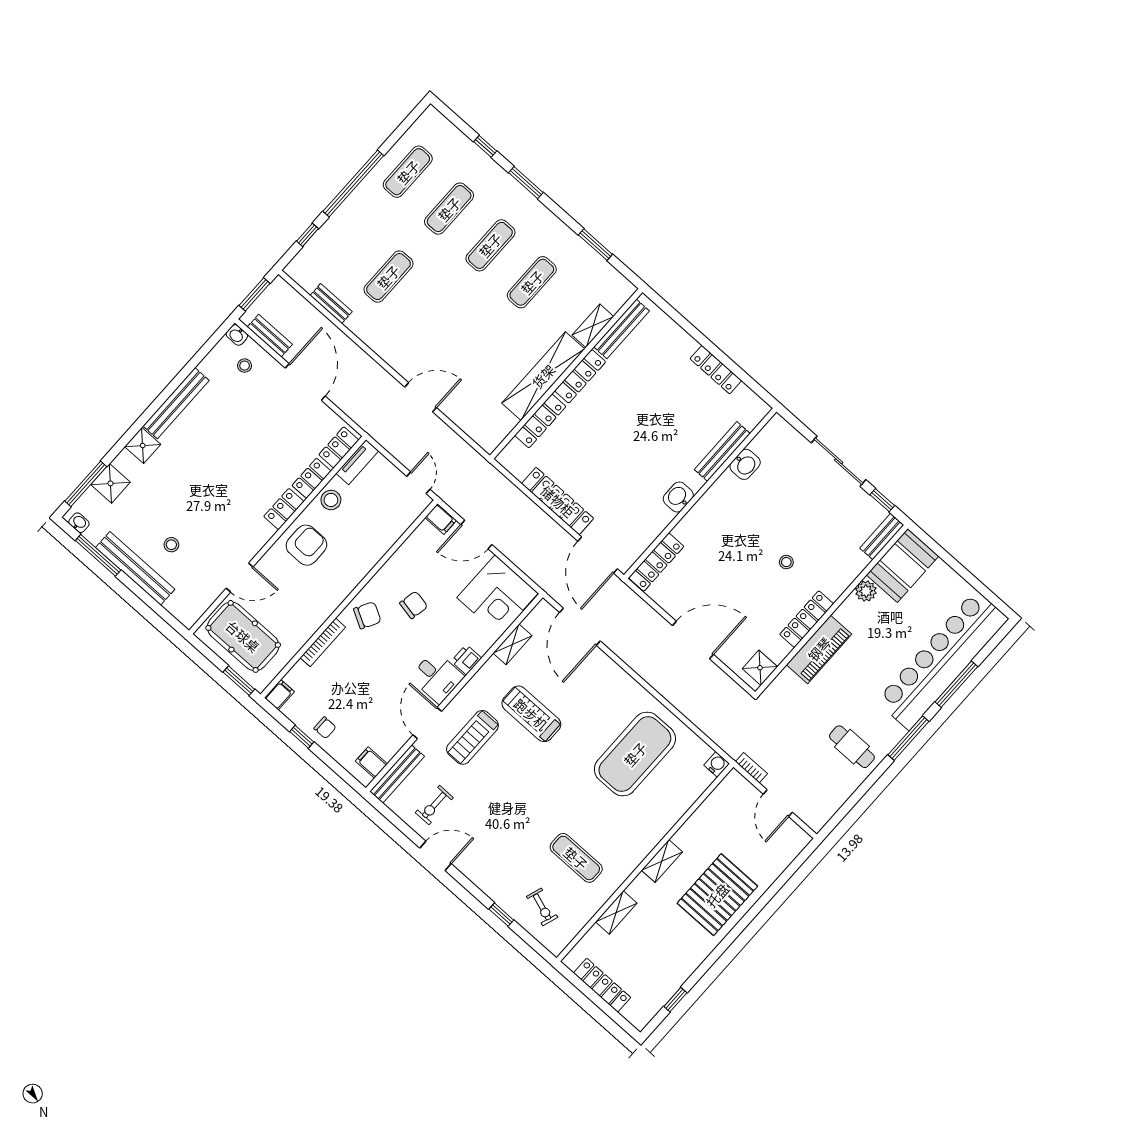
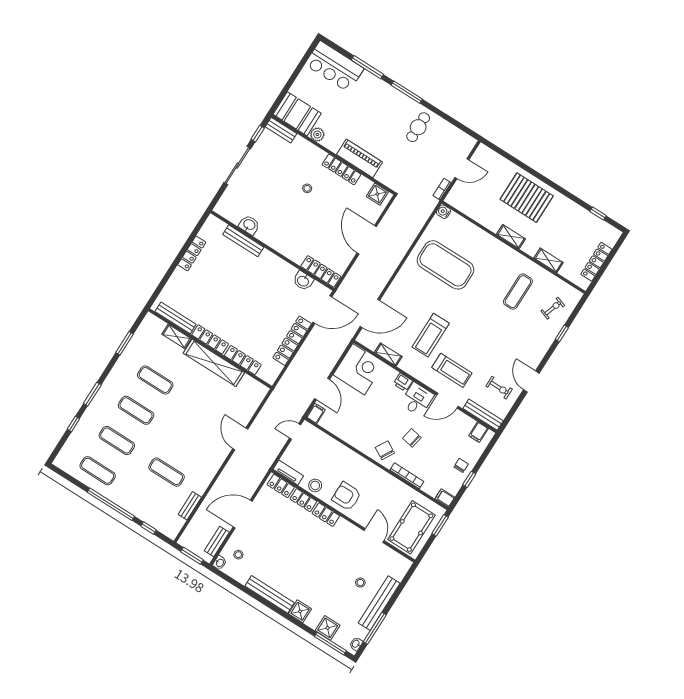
washbasin: (678, 497) -> (303, 281), moved
chair: (414, 605) -> (412, 438), moved
bar counter: (942, 660) -> (334, 67), width x0.54

